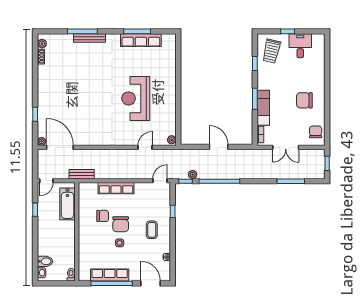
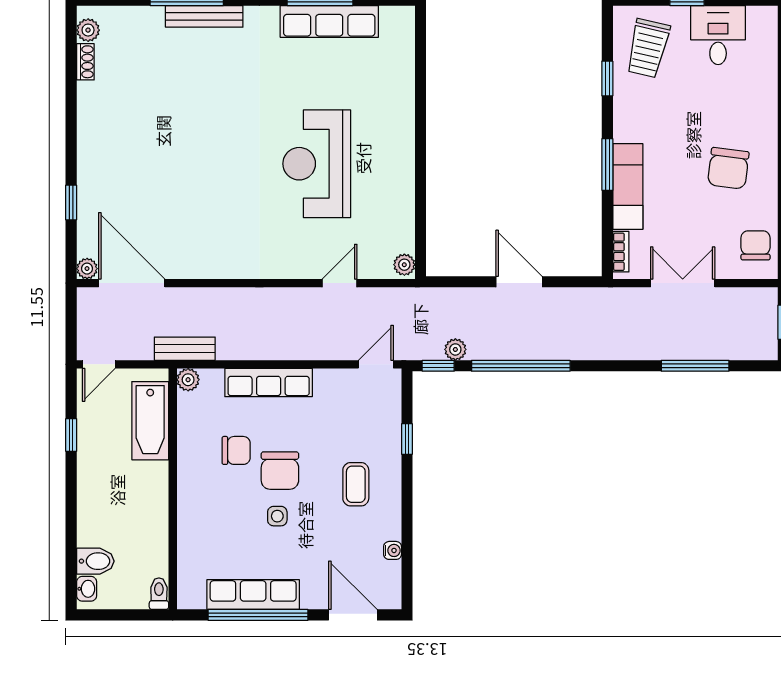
chair: (304, 100) -> (728, 168), turned -83
double door: (286, 147) -> (683, 283), swing flipped
plant: (83, 187) -> (188, 380), added

